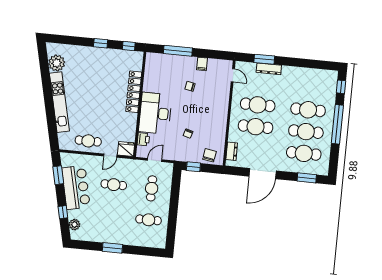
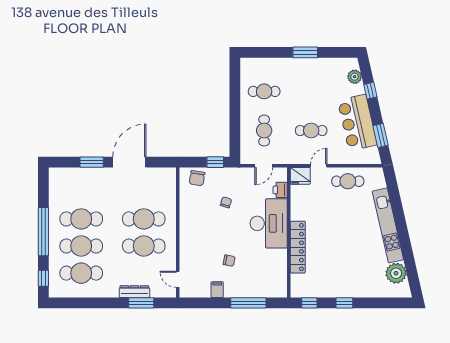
dresser: (232, 151) -> (170, 186), removed
cafe table: (304, 153) -> (81, 273), moved
window: (307, 178) -> (92, 162), moved

